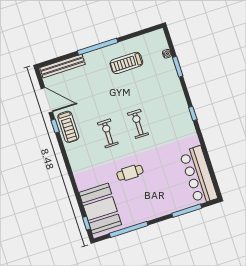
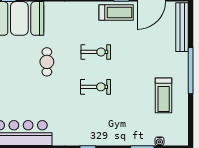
treadmill: (126, 63) -> (164, 95), turned 180
treadmill: (68, 127) -> (116, 13), turned 180

